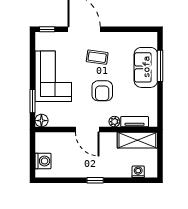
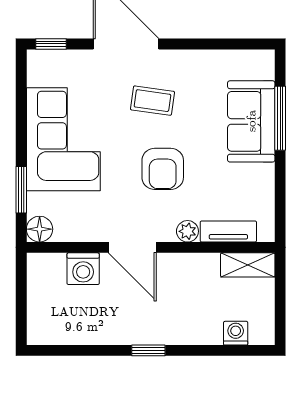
shelving: (137, 140) -> (248, 265), width x0.67, depth x0.75
washing machine: (43, 161) -> (83, 269), moved, turned 90

